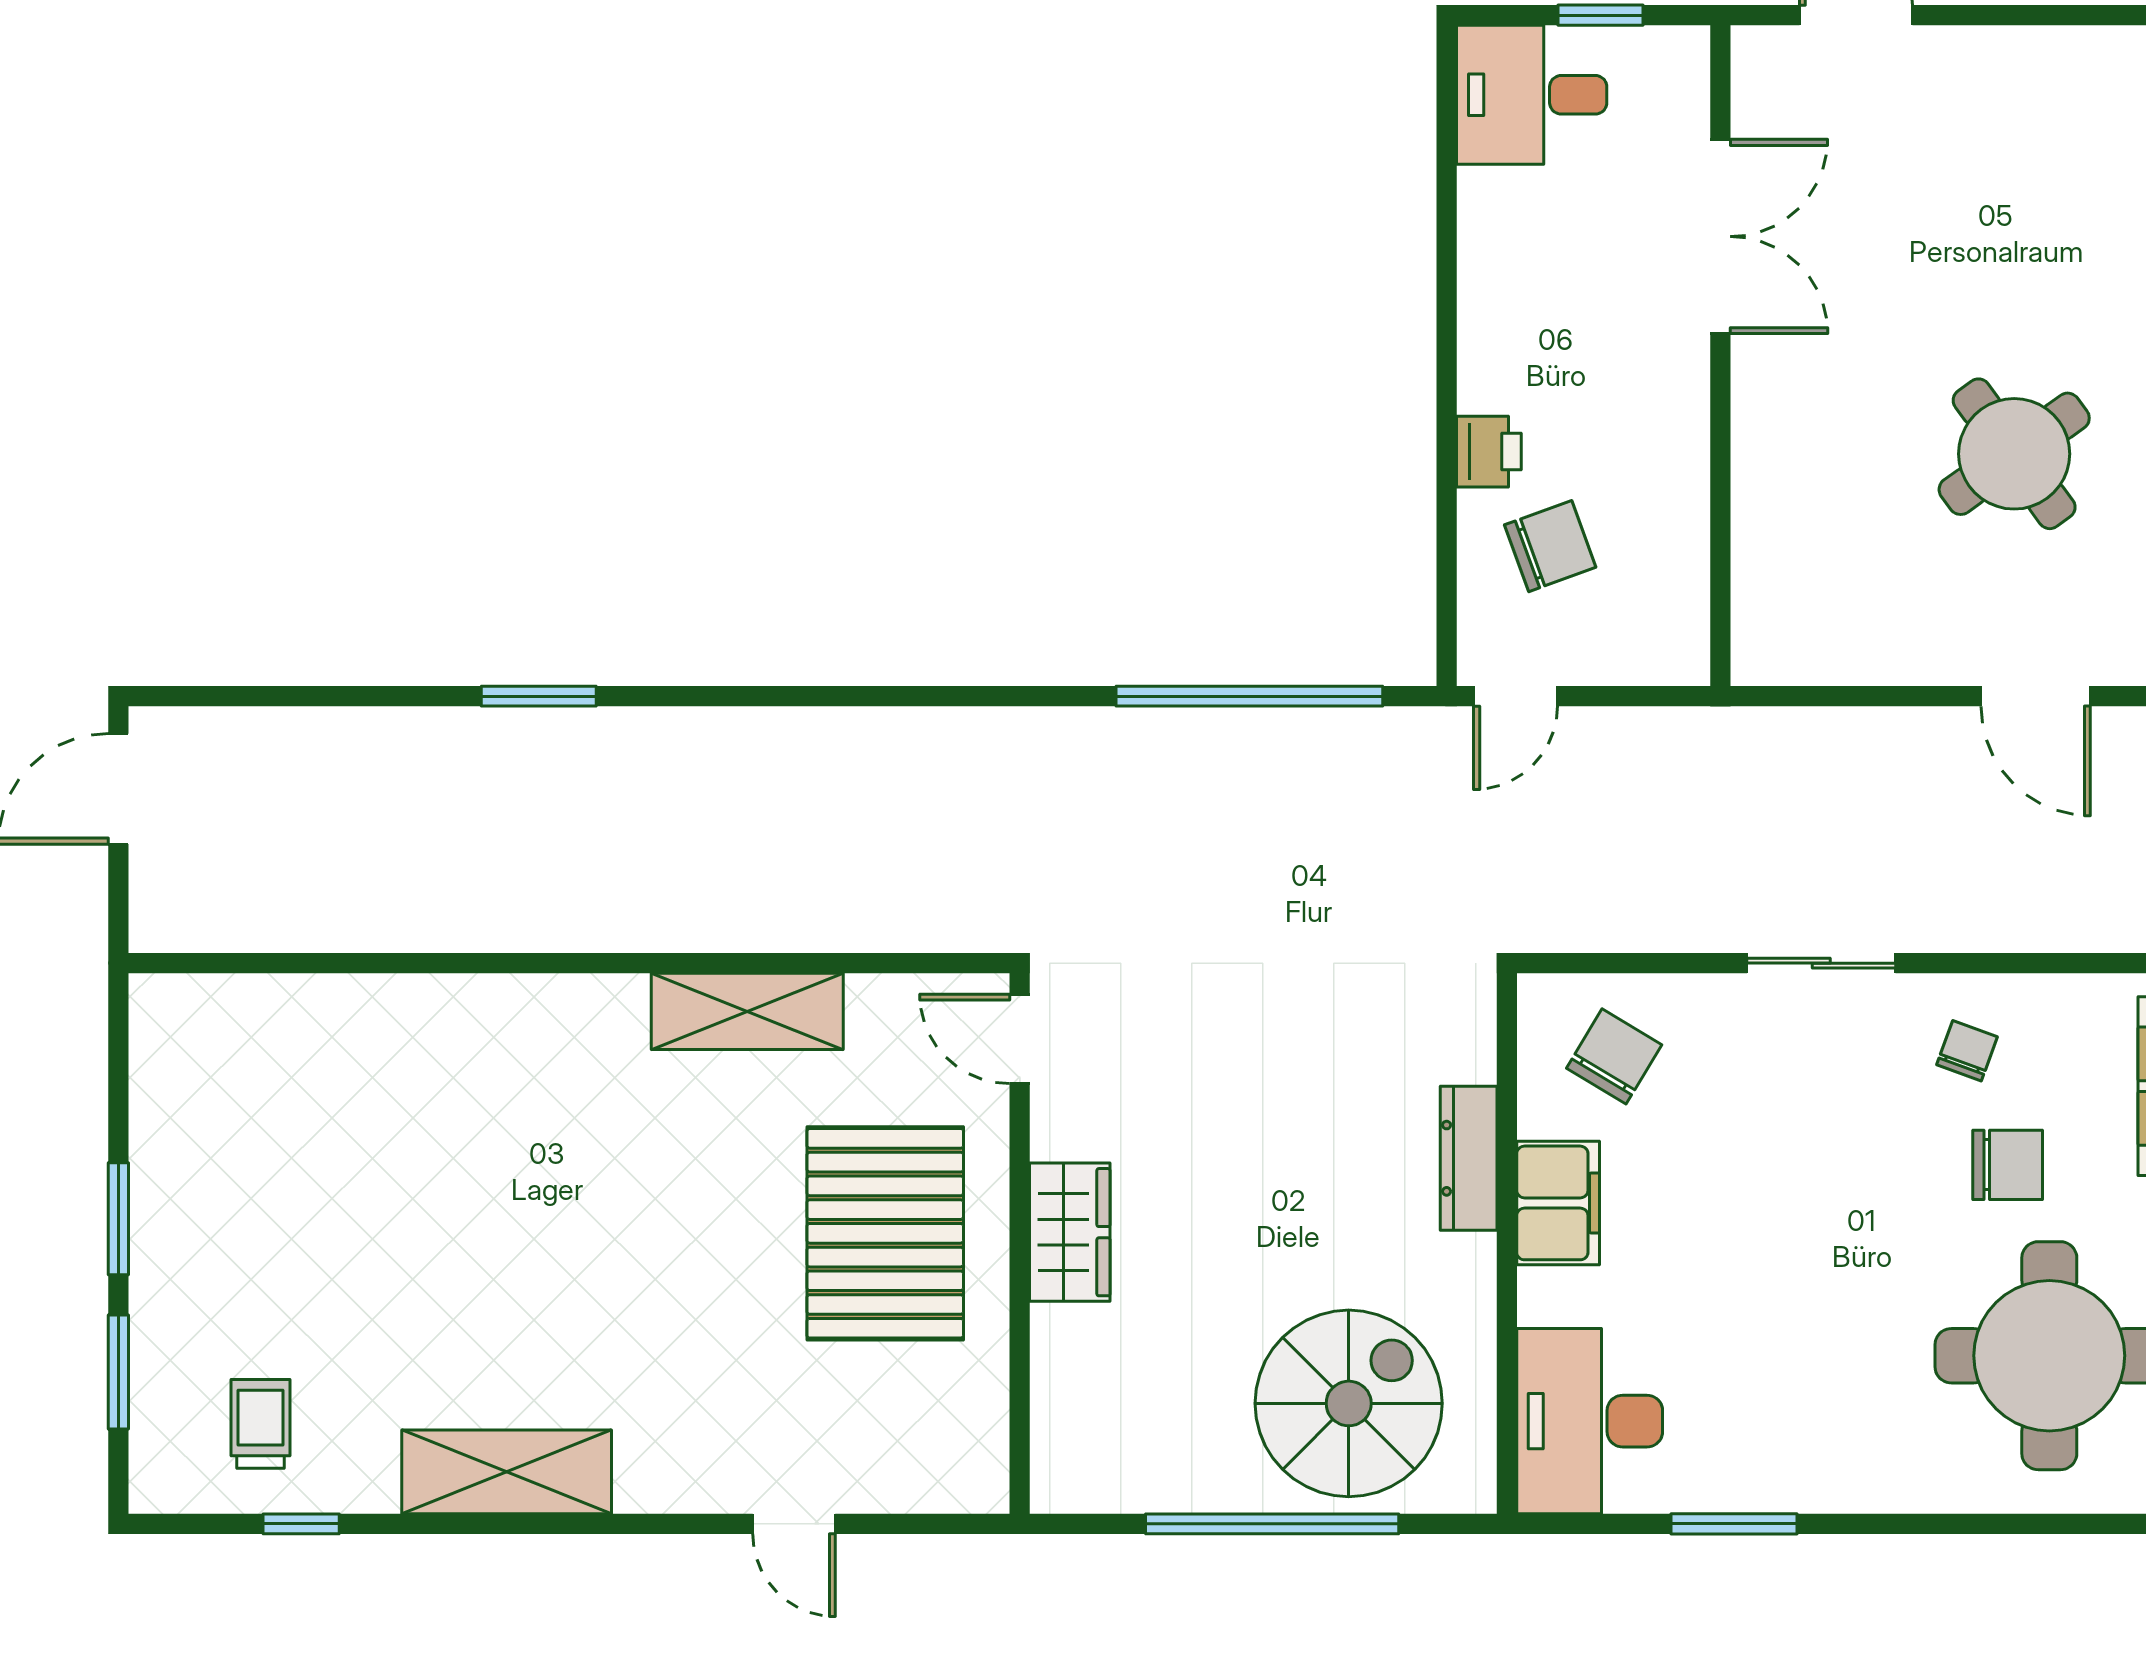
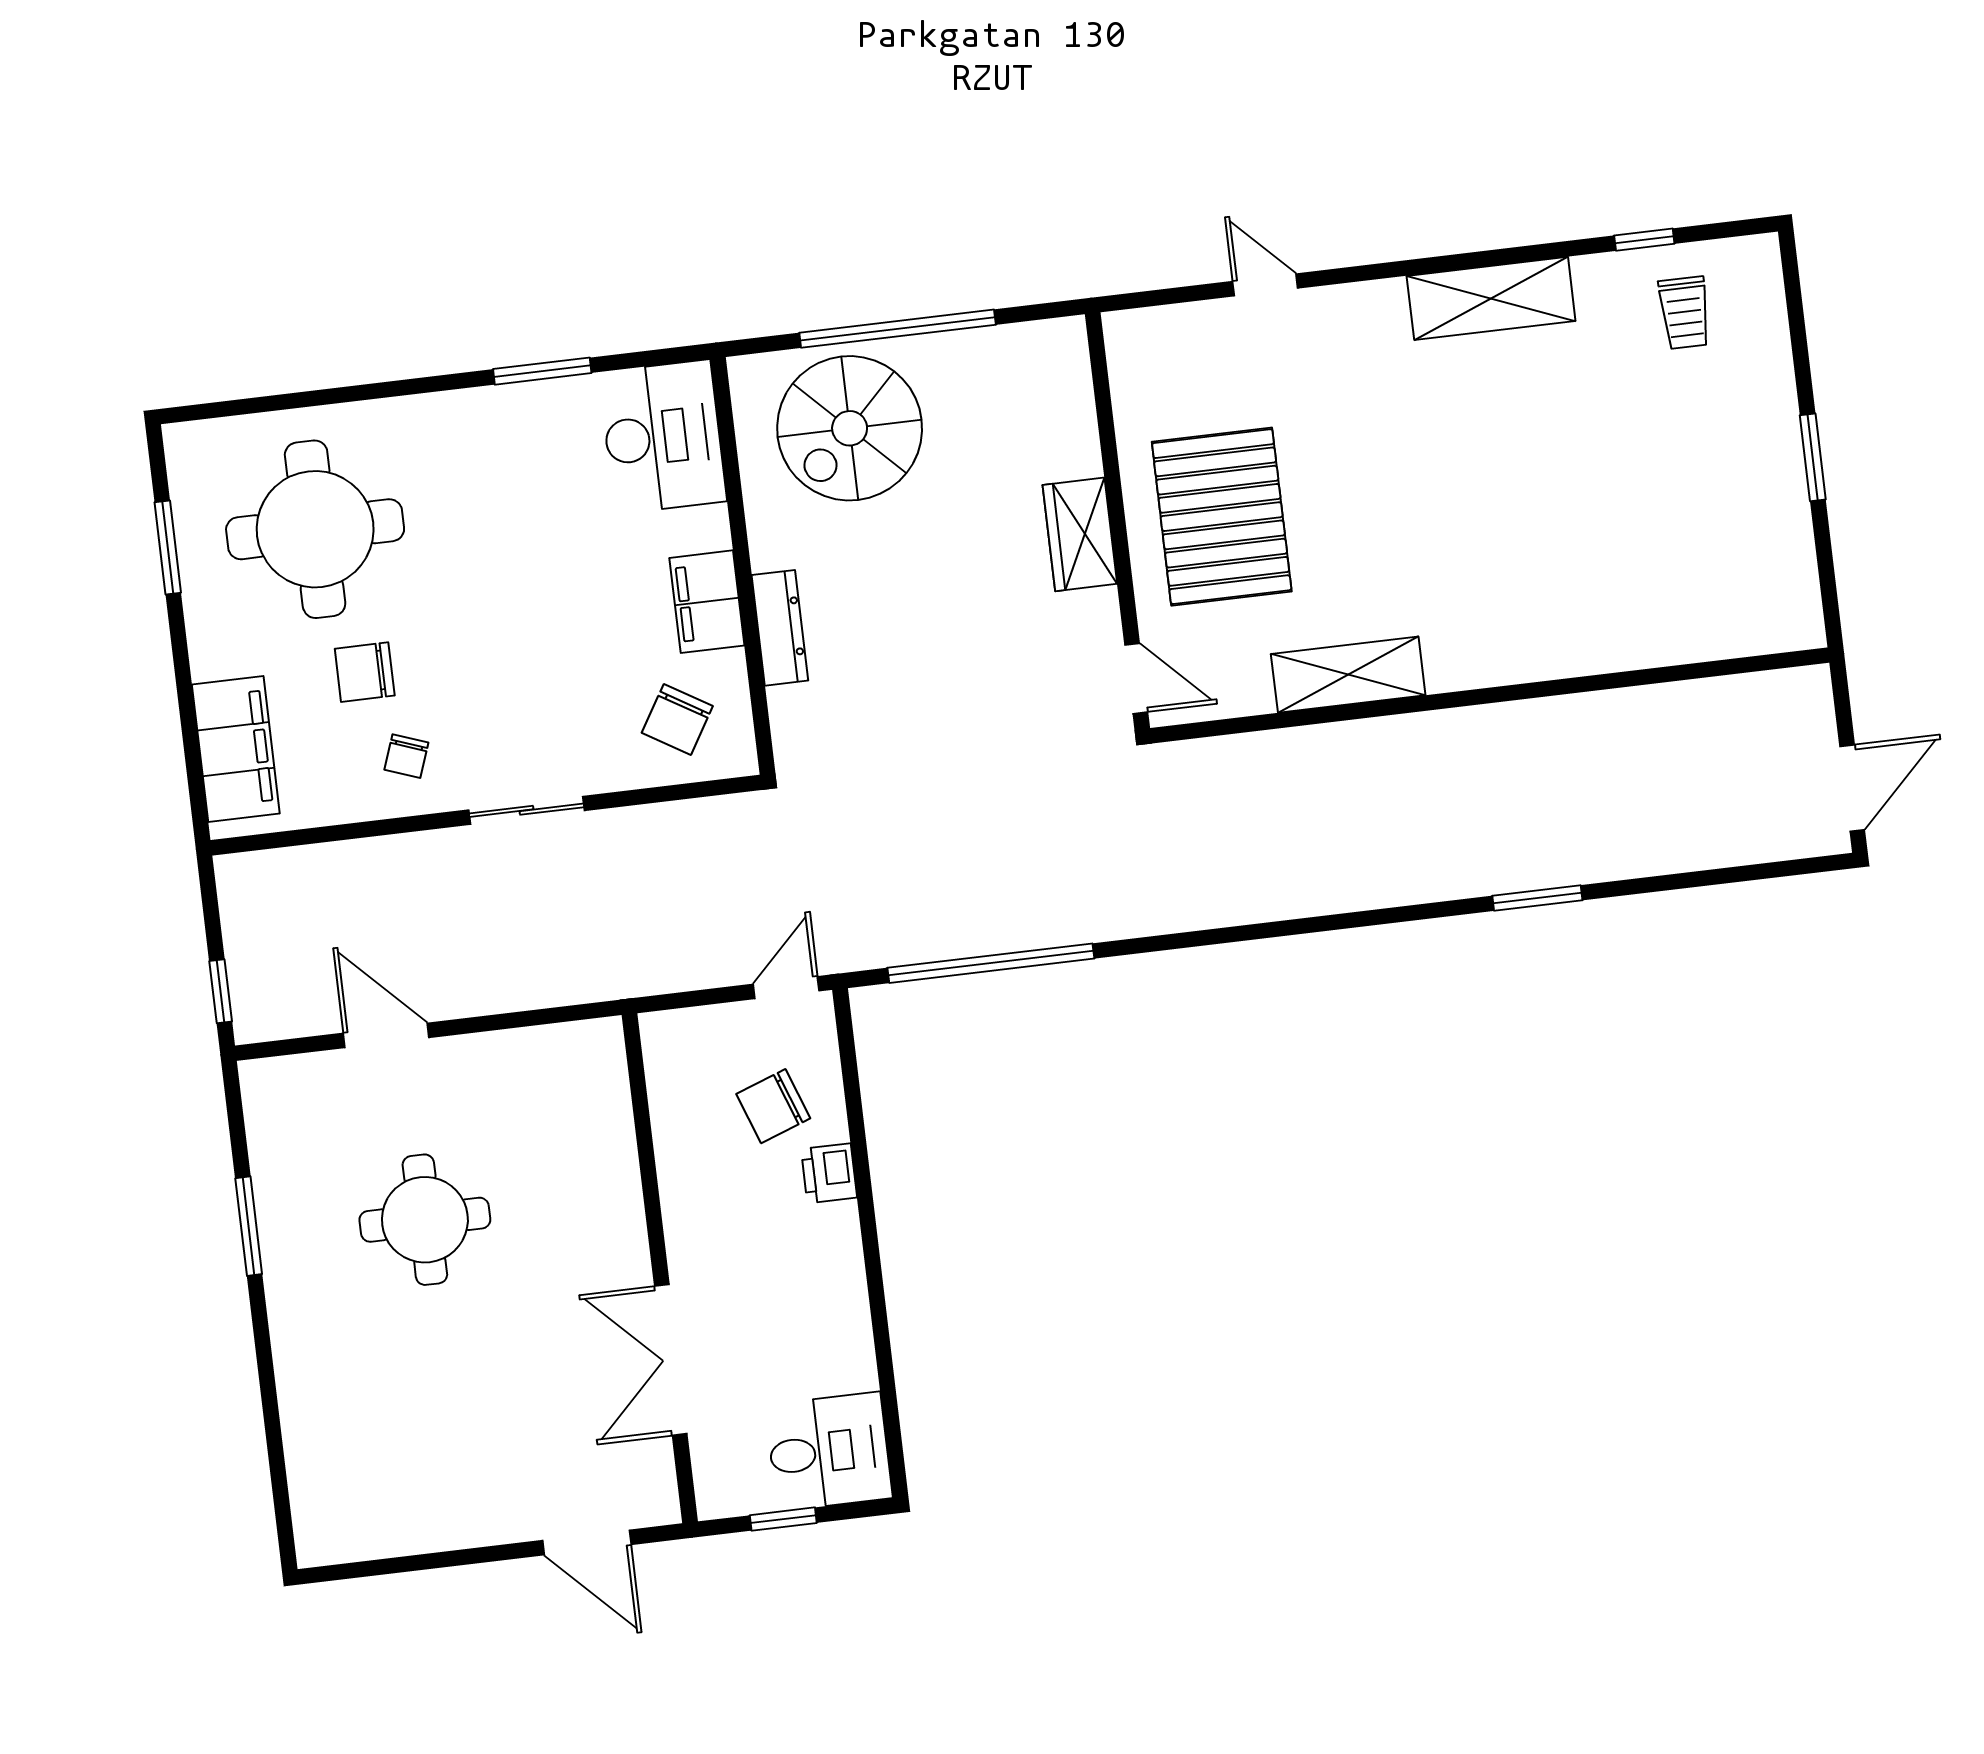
round table: (2014, 454) -> (425, 1220), turned 36
window: (118, 1372) -> (1799, 340), removed

